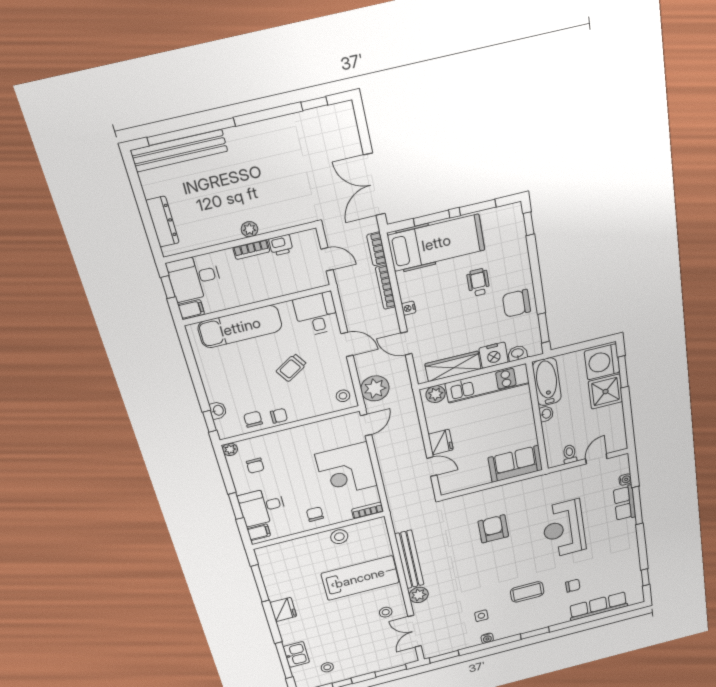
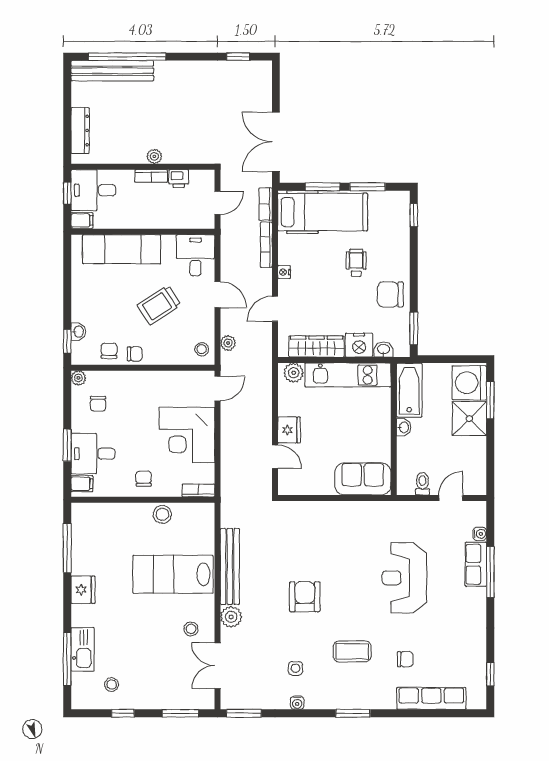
door: (327, 259) -> (218, 203), hinge flipped
door: (406, 343) -> (275, 309), hinge flipped
trolley: (291, 368) -> (159, 305), width x1.36, depth x1.39
plant: (375, 388) -> (228, 343), width x0.53, depth x0.53
armchair: (493, 529) -> (305, 597), moved
lab bench: (360, 578) -> (173, 574), turned 180
kitchen sink: (296, 654) -> (83, 649), width x1.38

